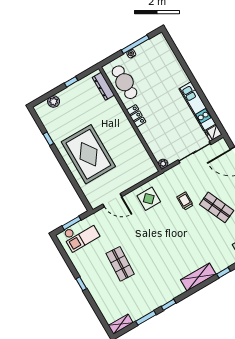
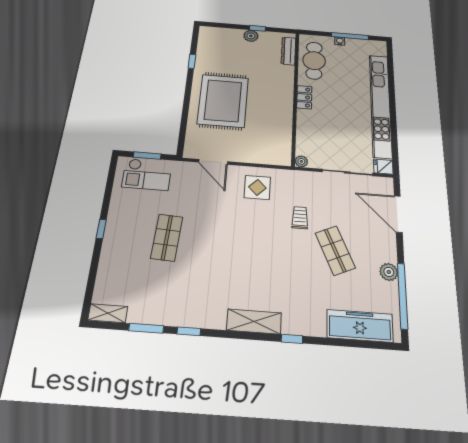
plant: (54, 102) -> (251, 36), moved
kitchen unit: (197, 106) -> (380, 105), width x1.86

